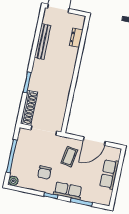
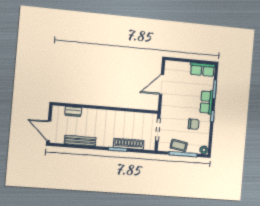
shoe rack: (29, 108) -> (129, 144), moved
door: (94, 141) -> (162, 85), swing flipped
coffee table: (69, 157) -> (179, 145), moved
row of seats: (109, 174) -> (202, 70), moved

